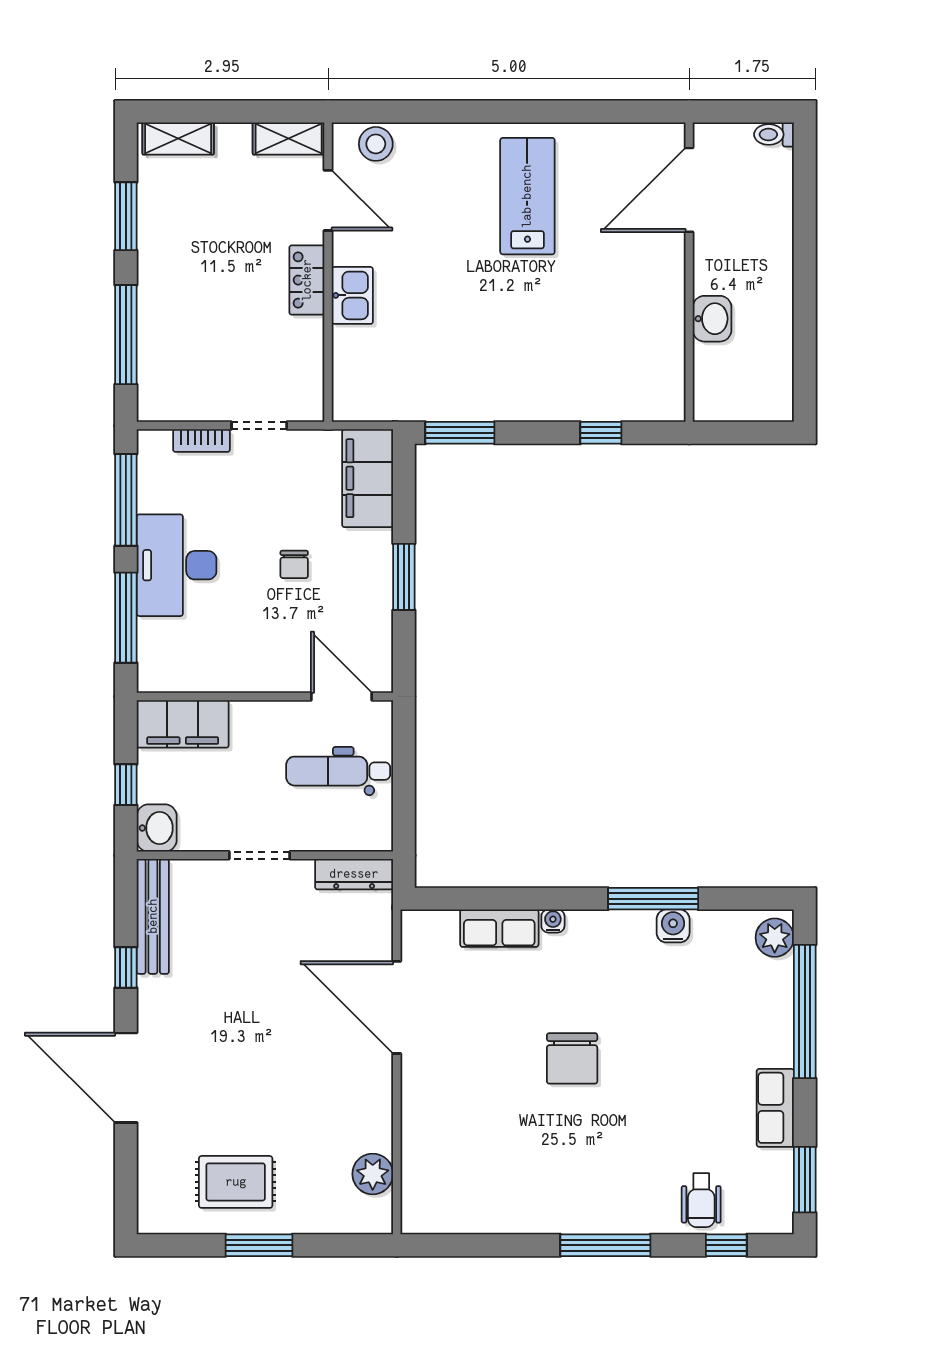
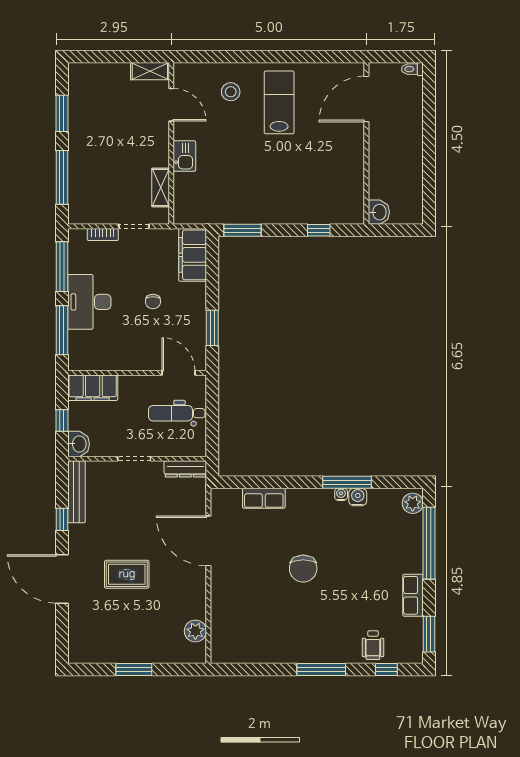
shelving: (178, 138) -> (161, 187), moved, turned 90
stool: (376, 144) -> (231, 92), moved
locker: (307, 280) -> (160, 148), removed
washbasin: (712, 319) -> (379, 212), moved
window: (404, 577) -> (212, 328), moved
water cooler: (553, 921) -> (341, 494), moved
rug: (236, 1182) -> (127, 574), moved

